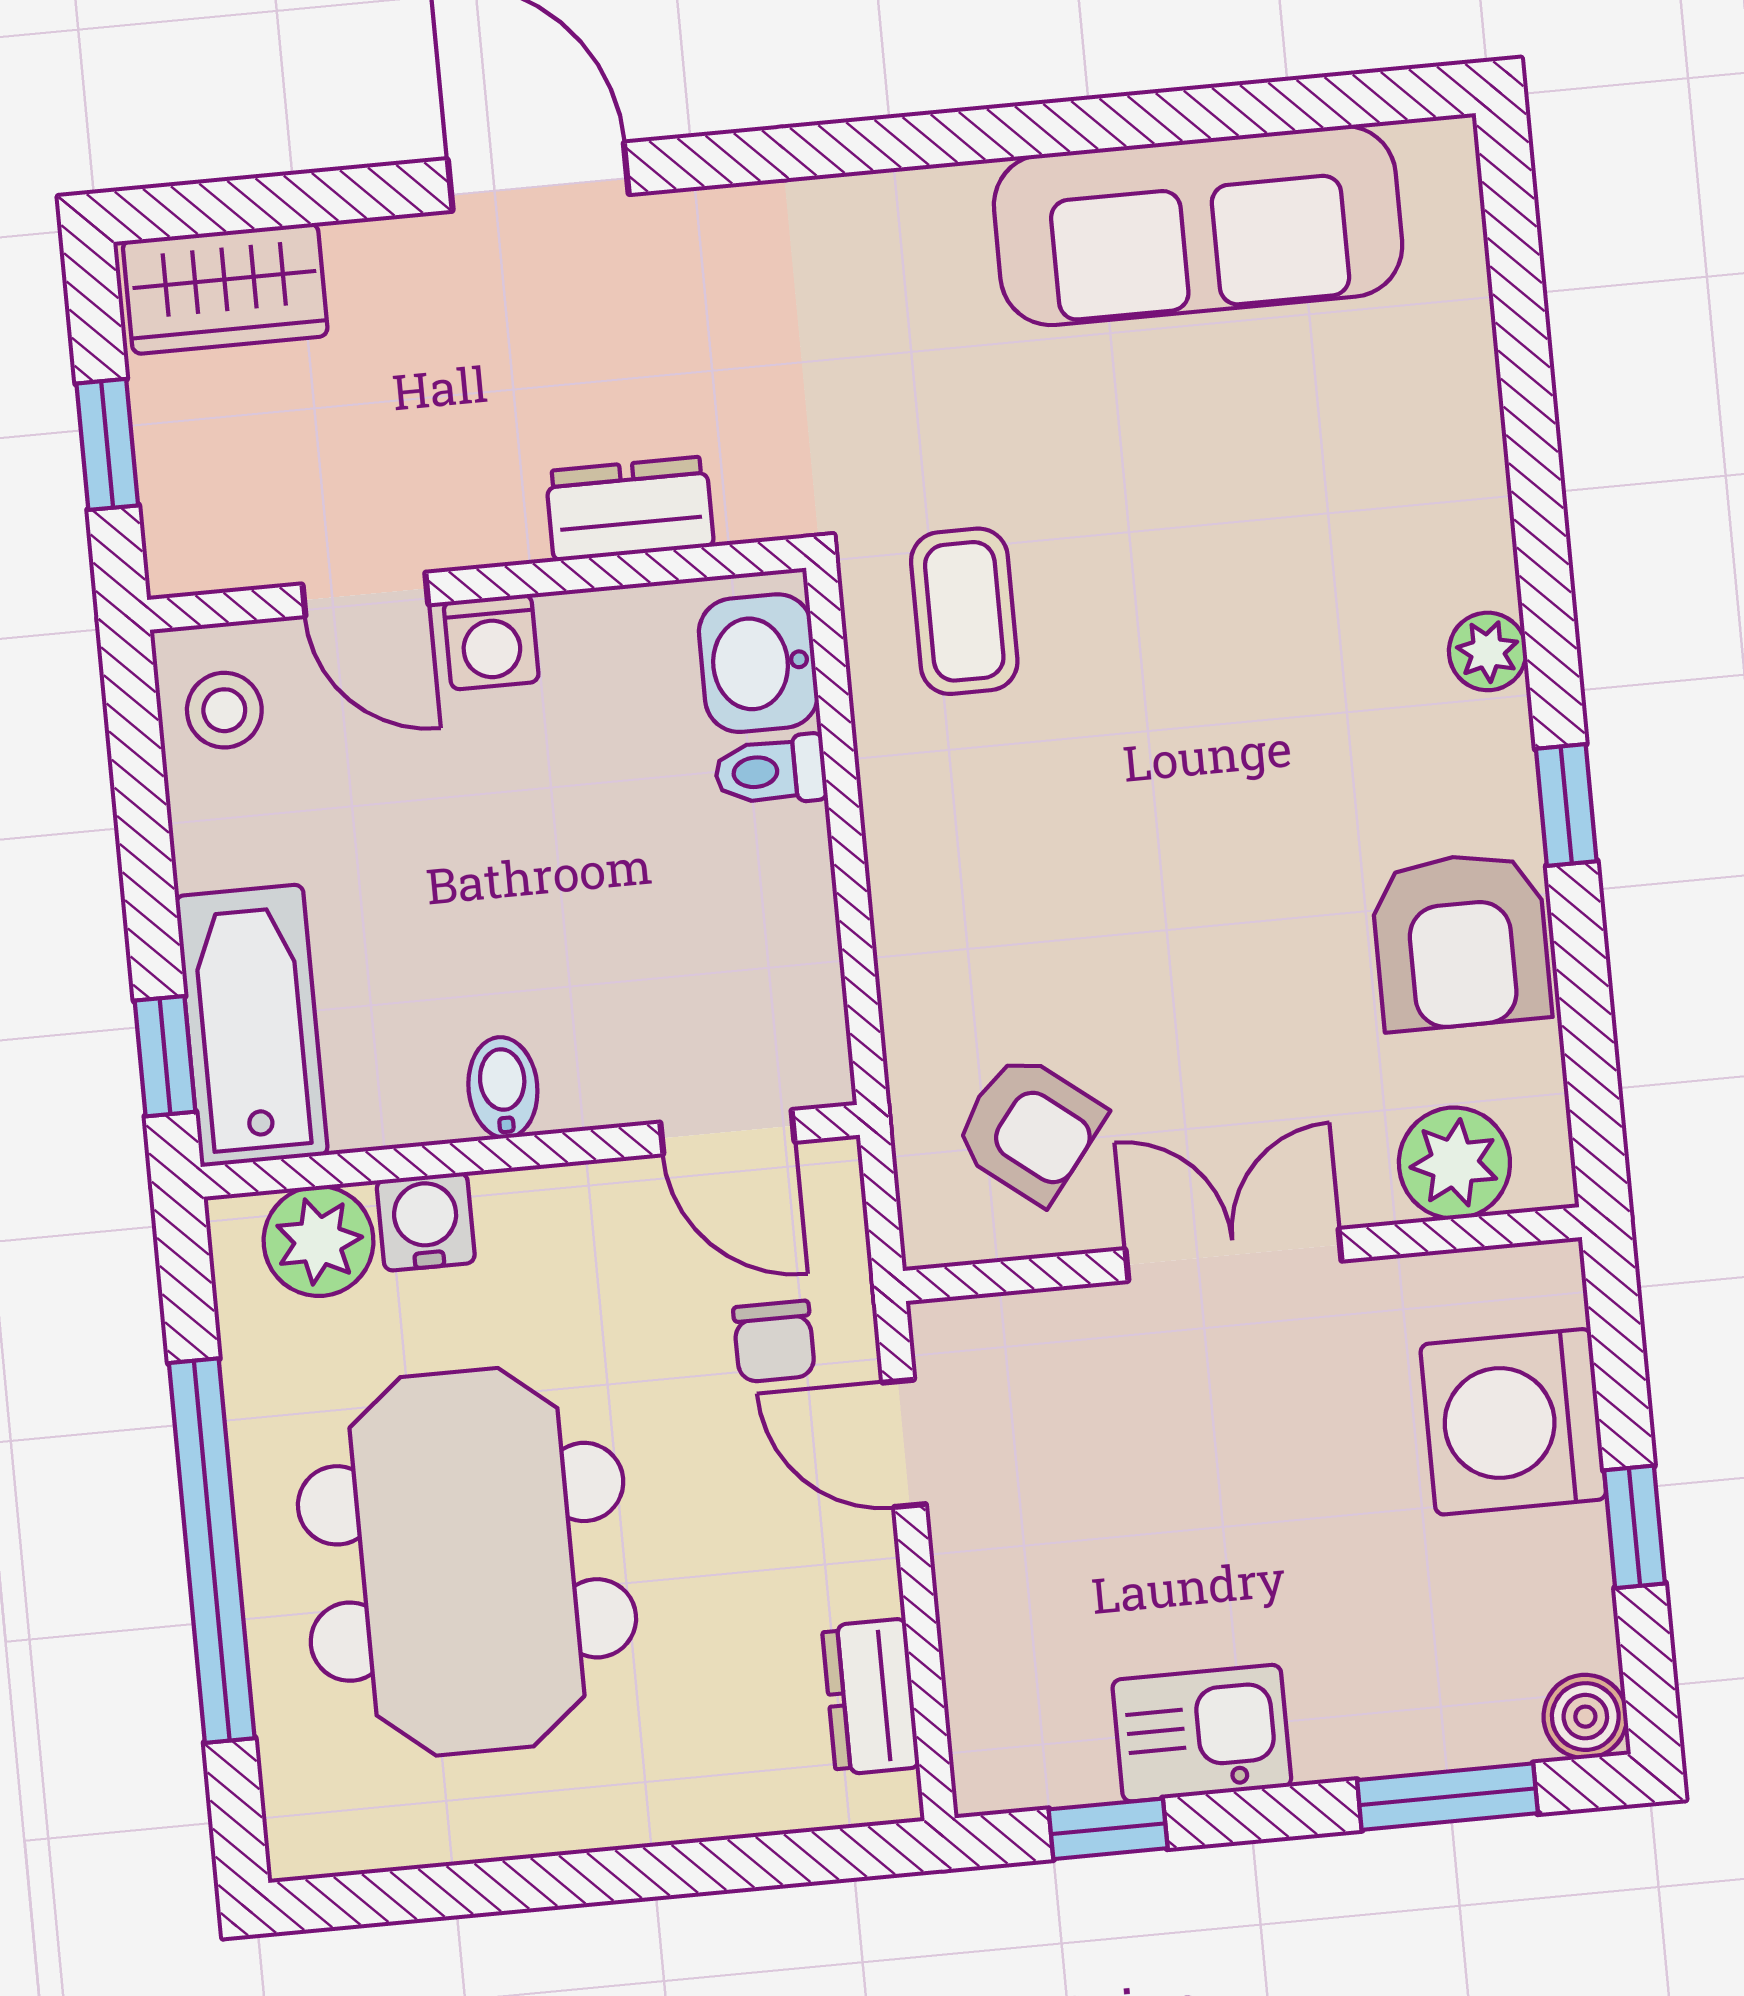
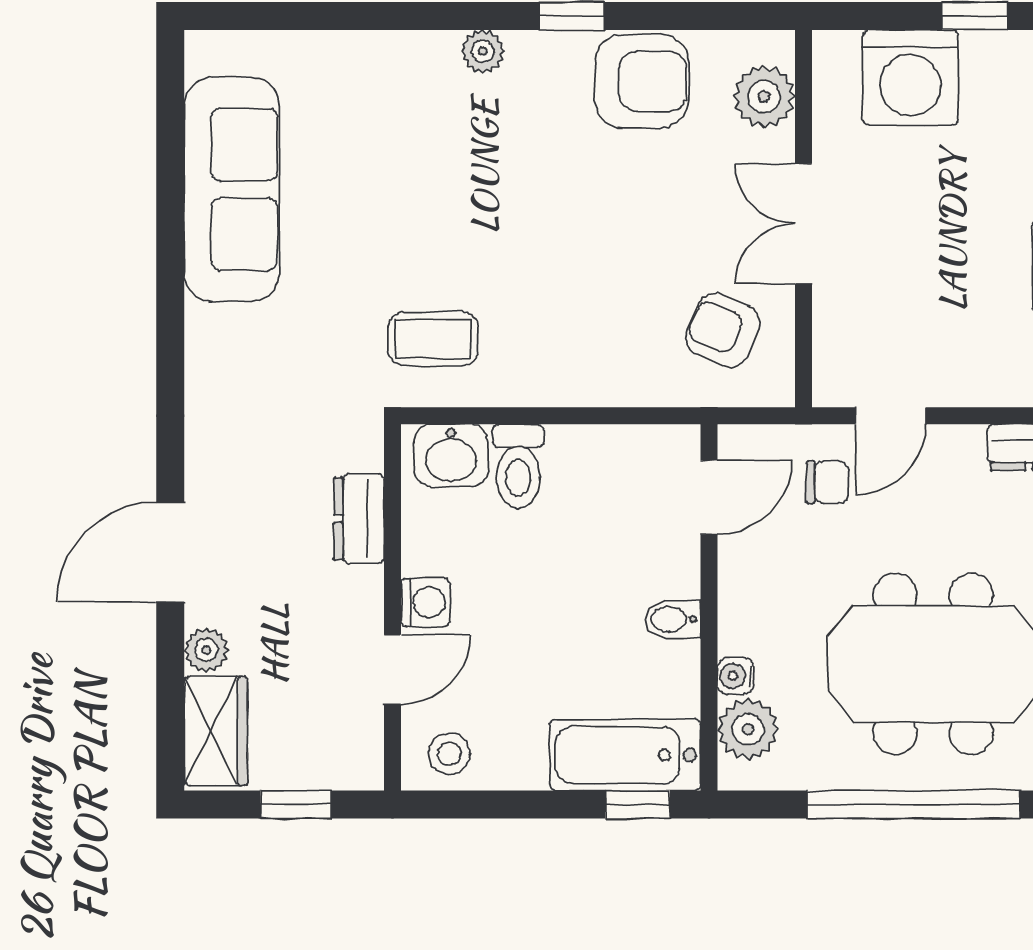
plant: (369, 258) -> (206, 650), added
toilet: (771, 771) -> (518, 466), width x1.37, depth x1.39
armchair: (1029, 1129) -> (723, 330), turned -105
water cooler: (426, 1222) -> (736, 676), width x0.72, depth x0.72

